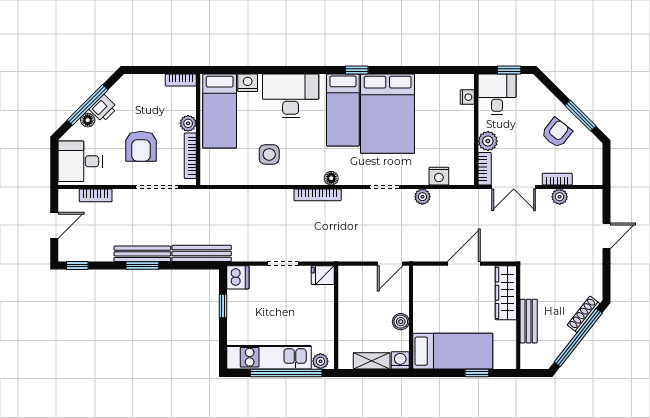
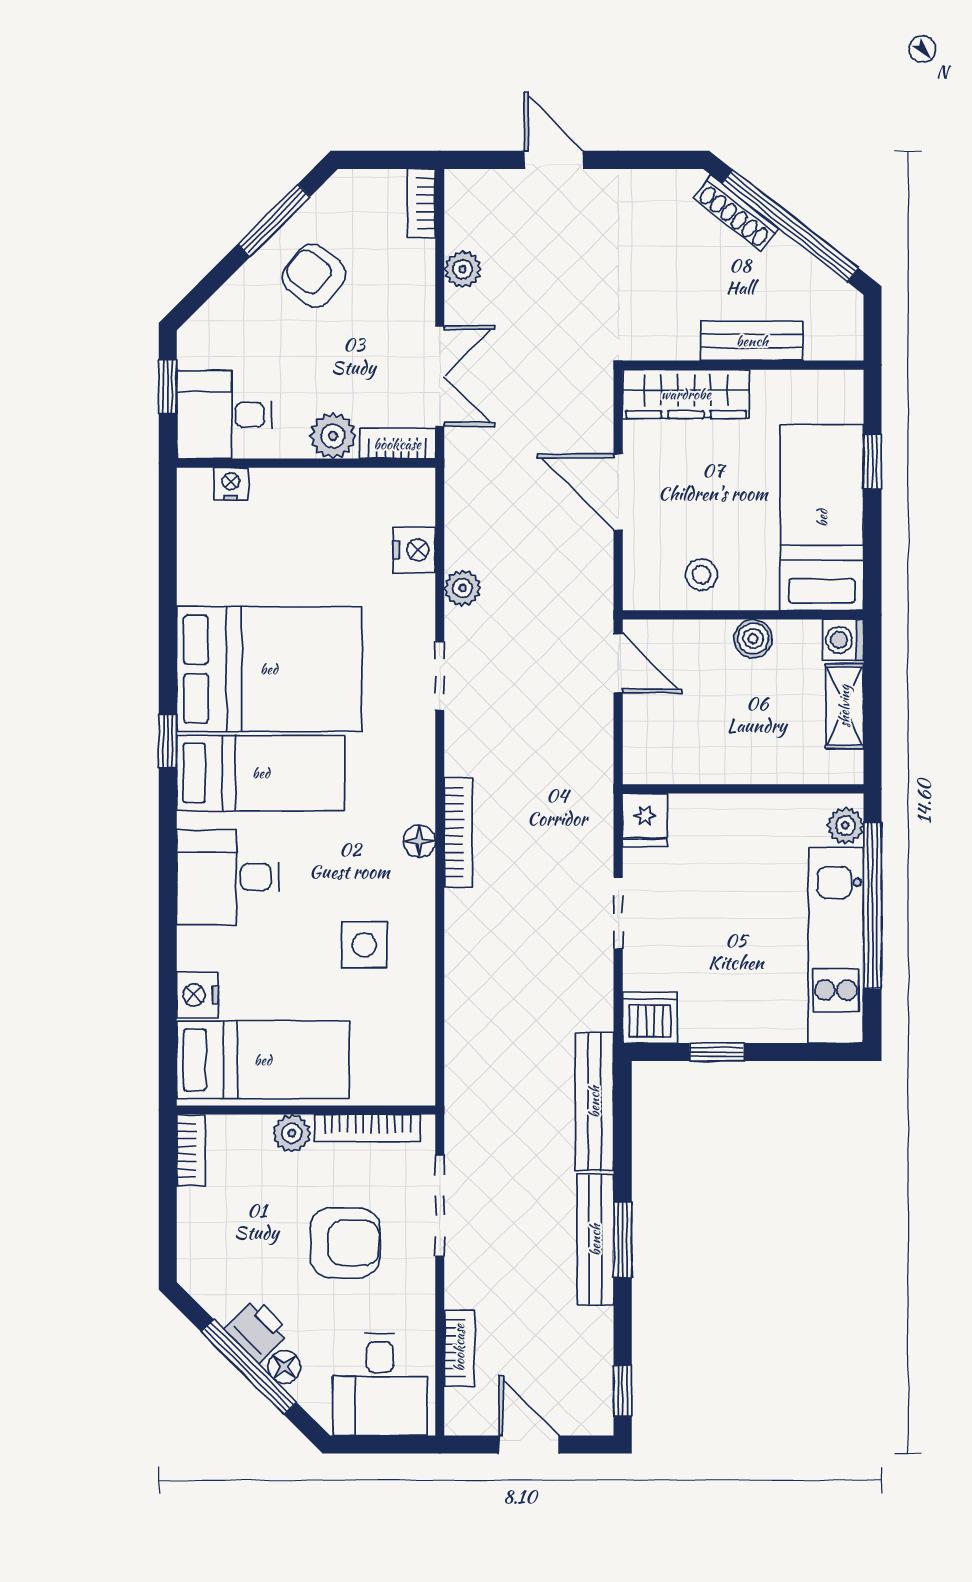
desk: (291, 96) -> (228, 877), width x0.73
floor lamp: (331, 178) -> (419, 841), moved
bookcase: (557, 179) -> (422, 203), moved
stool: (428, 299) -> (702, 575), added

